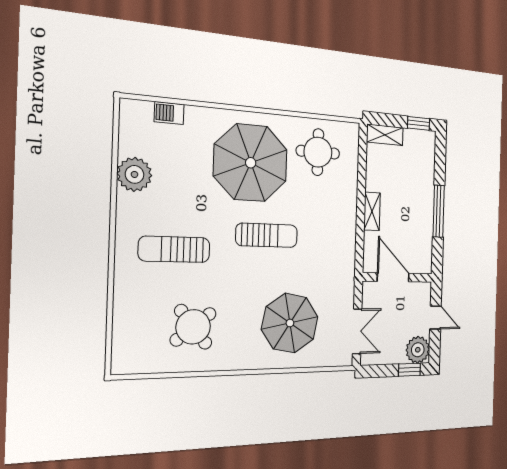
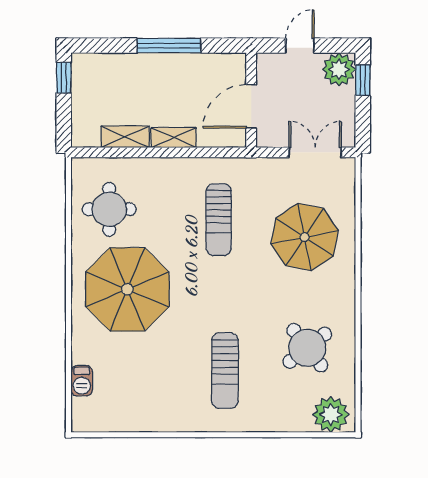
shelving: (385, 135) -> (125, 137), moved, turned 90
plant: (134, 174) -> (331, 414), moved
sun lounger: (267, 235) -> (219, 220), moved, turned 180

